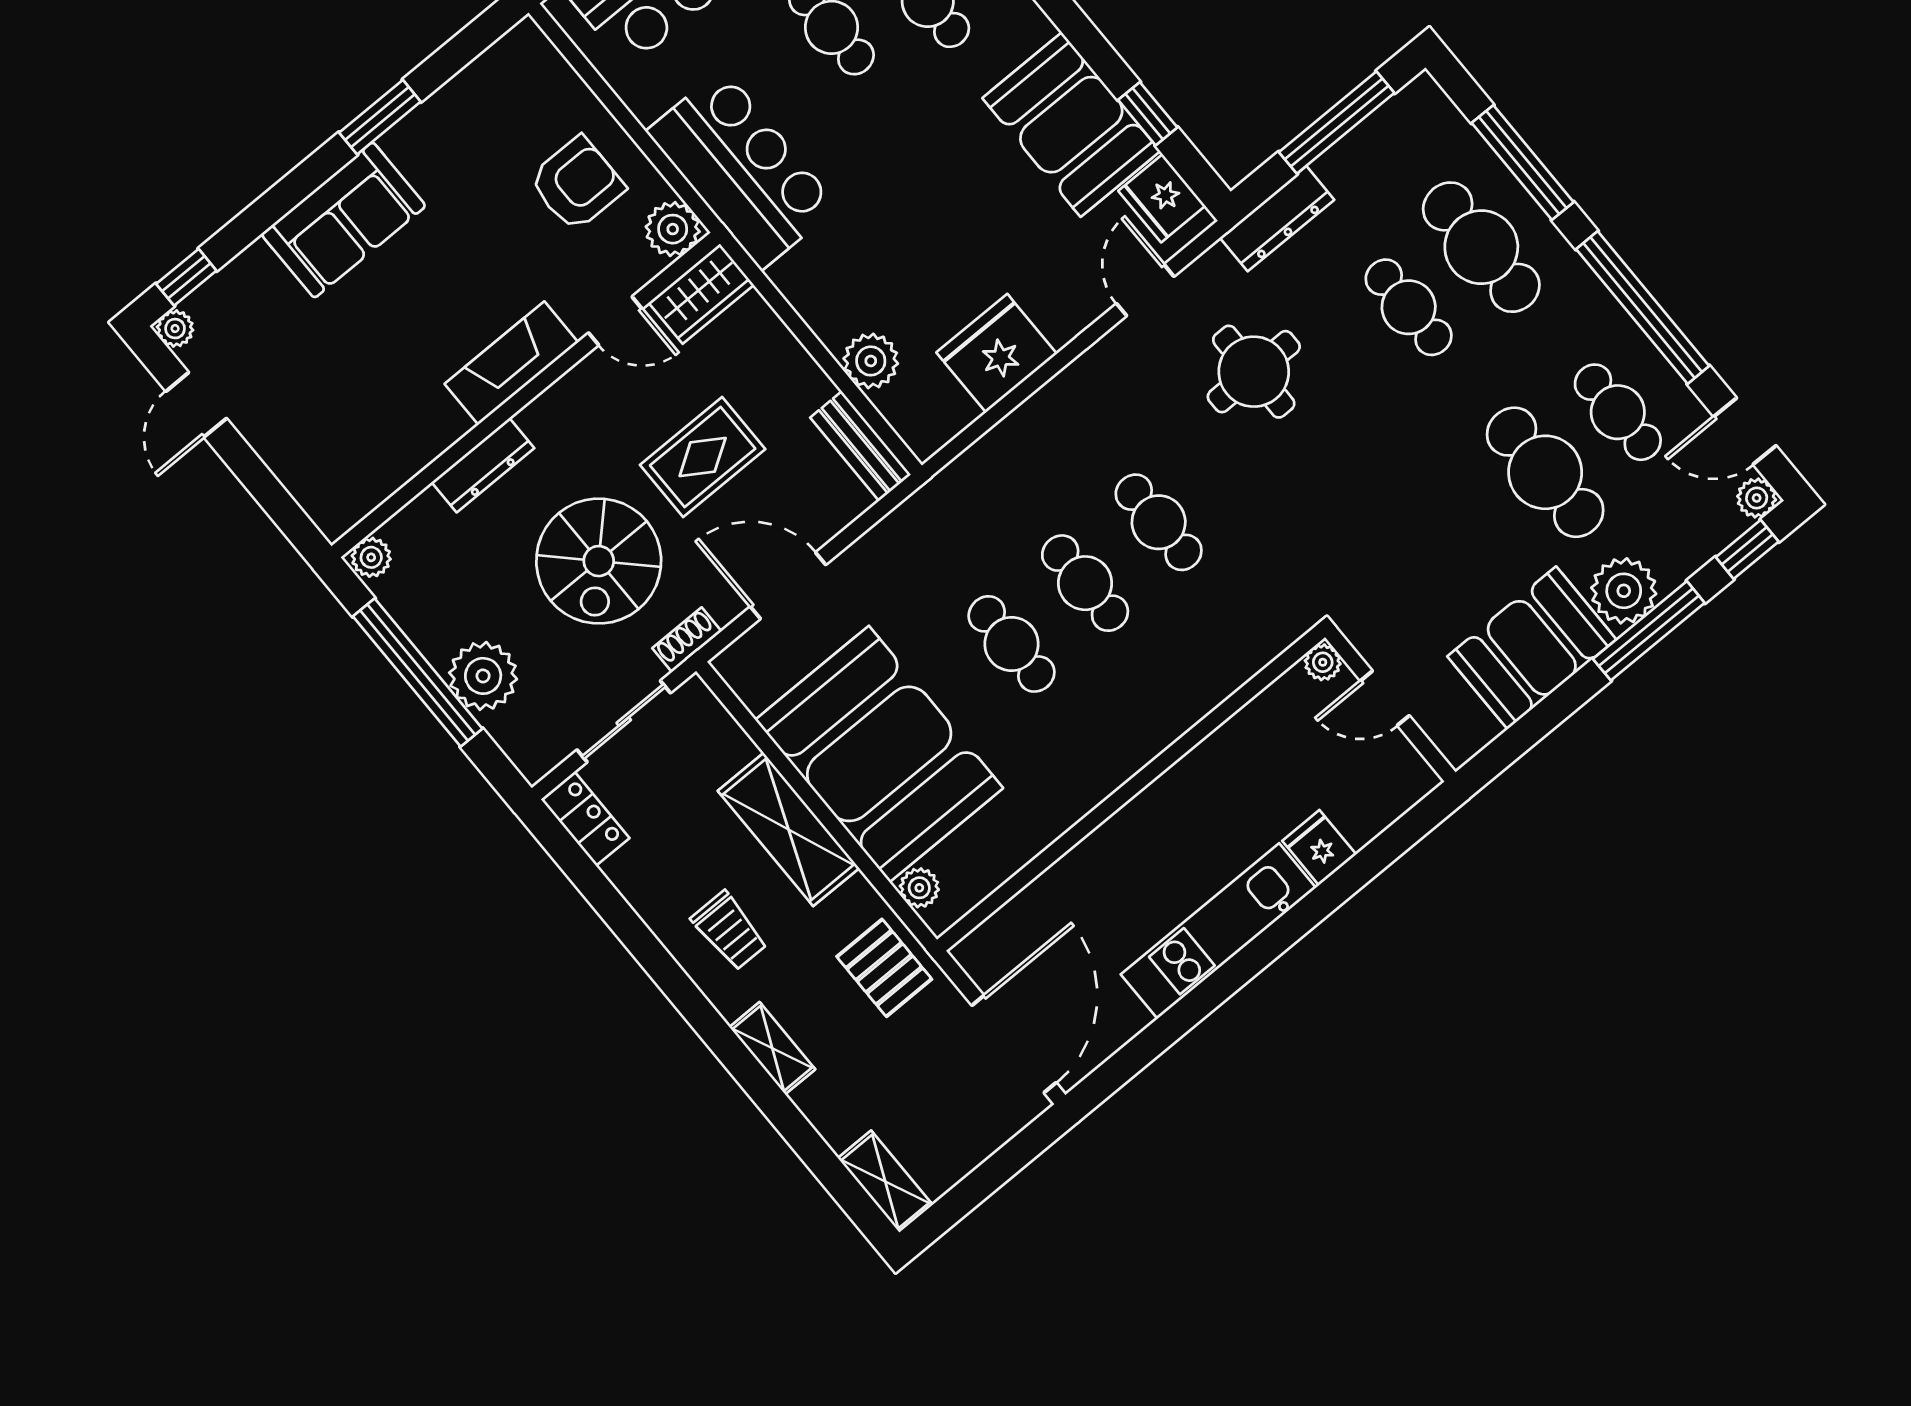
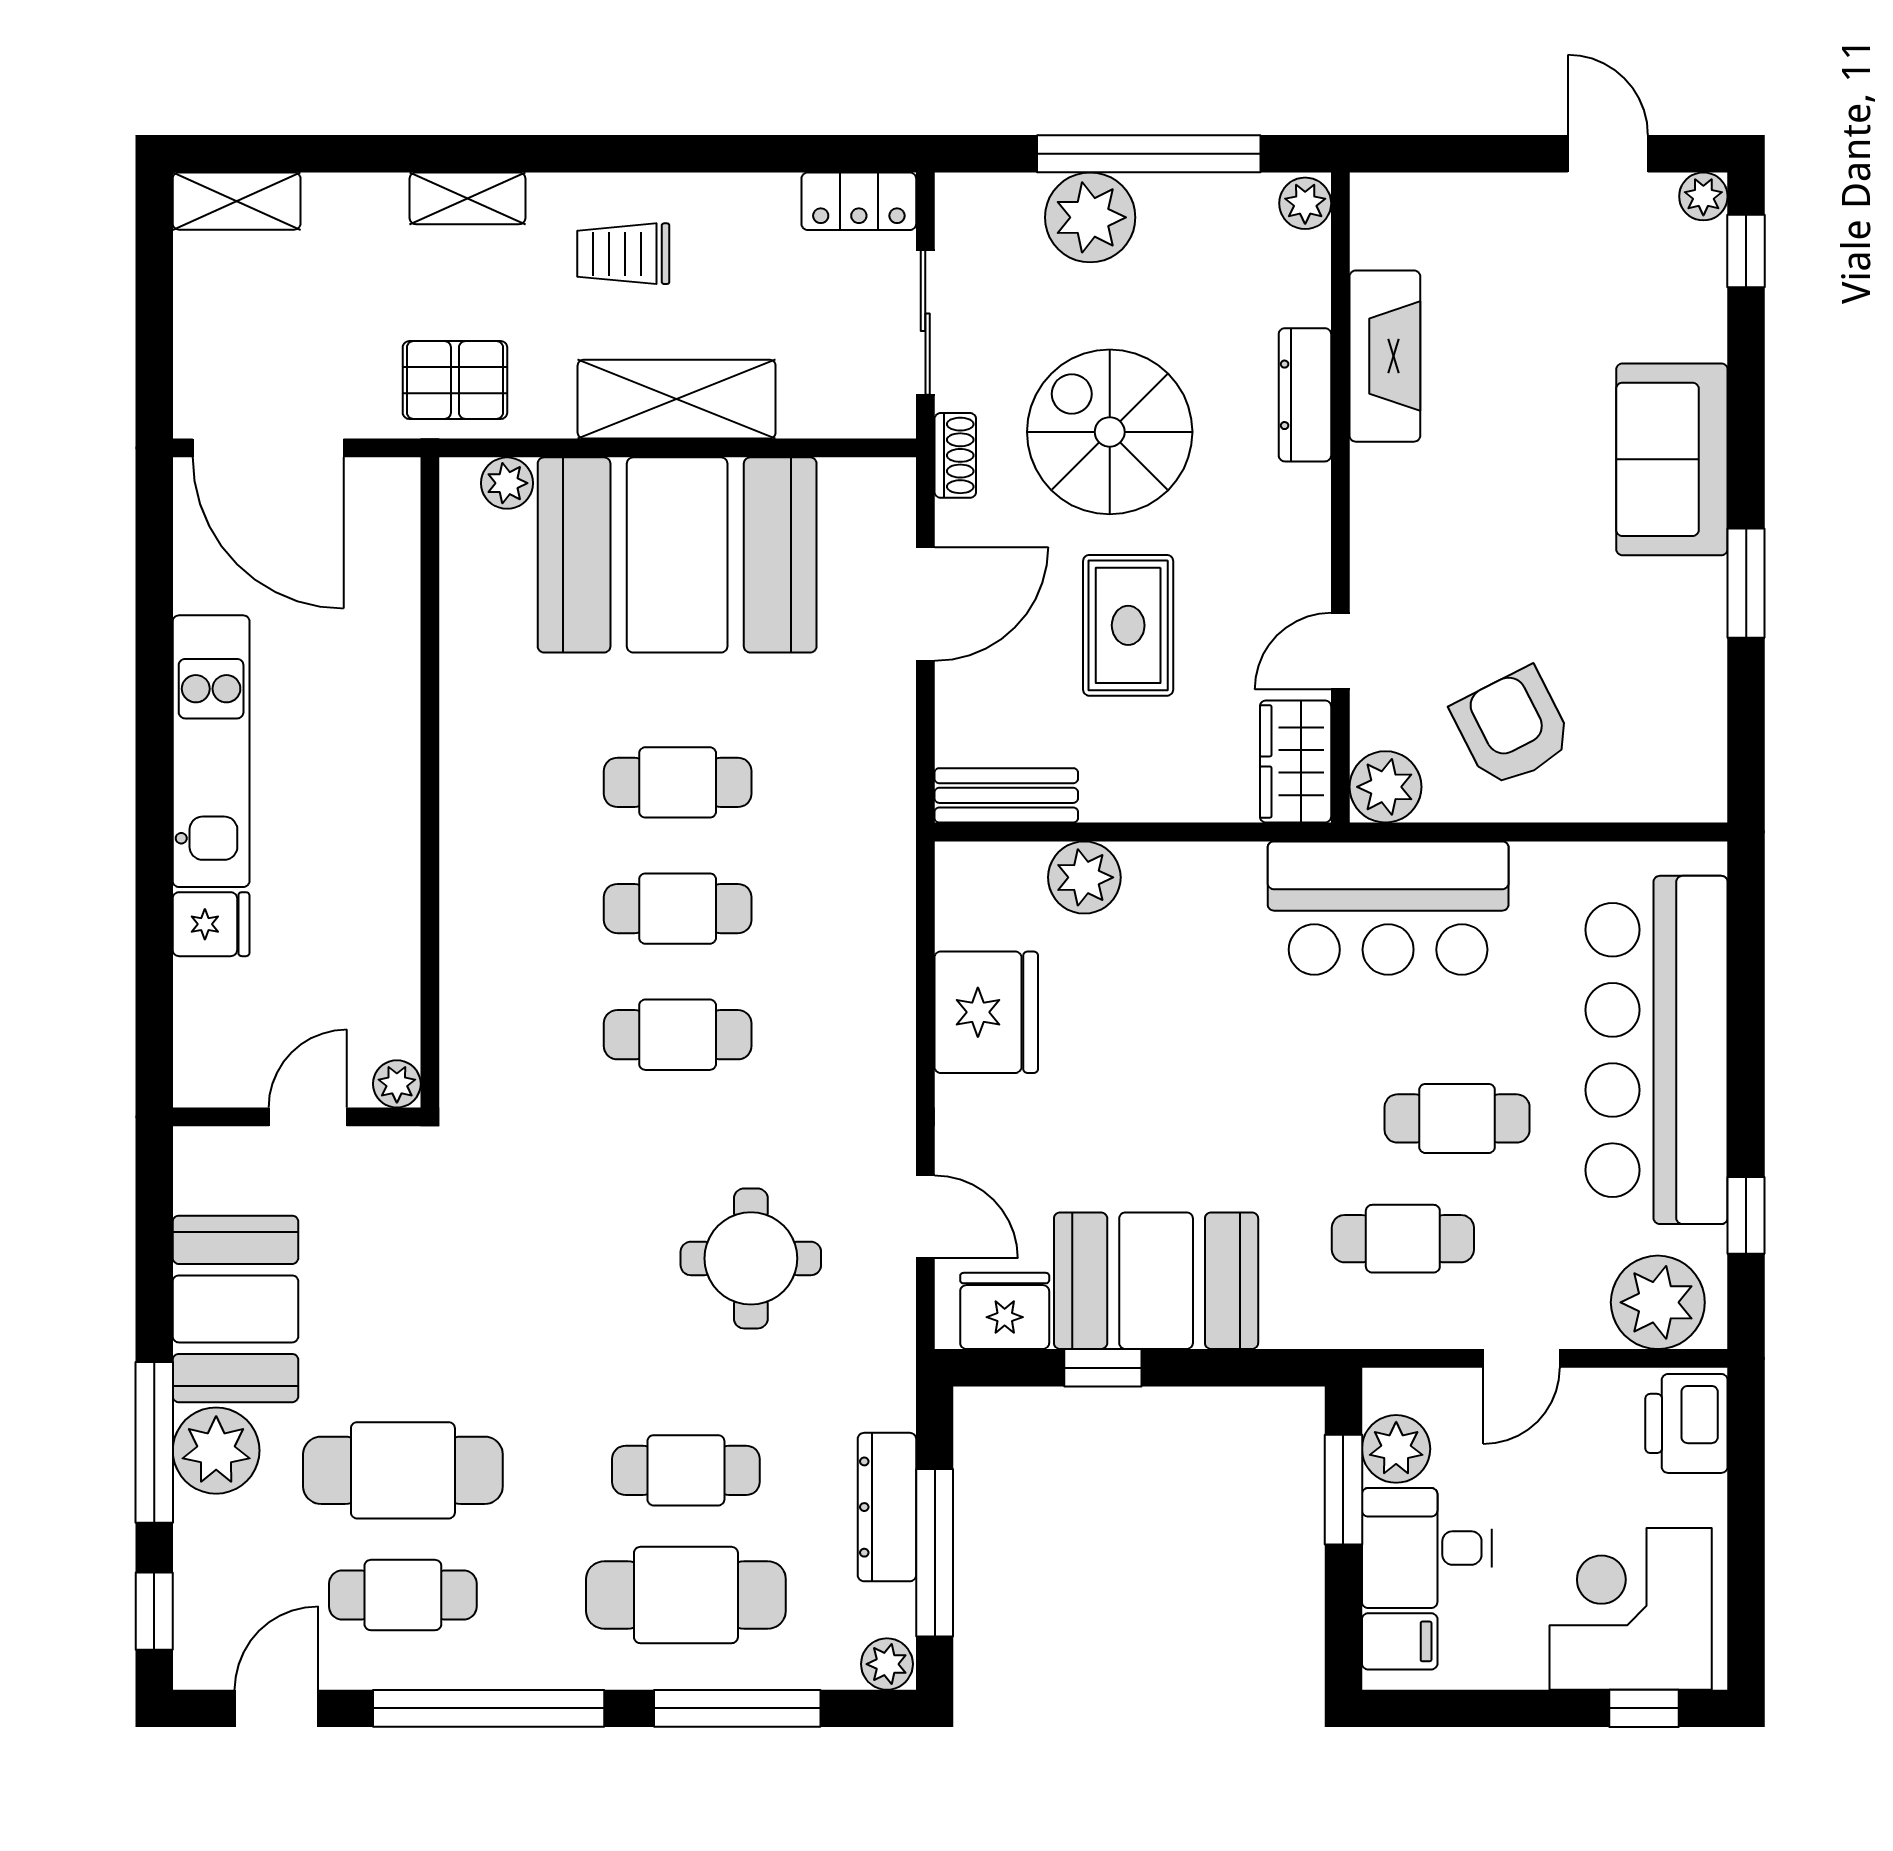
armchair: (577, 184) -> (1512, 728), turned 153
dresser: (1277, 219) -> (887, 1507), moved
fireplace: (511, 363) -> (1385, 356), moved
plant: (1757, 498) -> (887, 1664), moved

